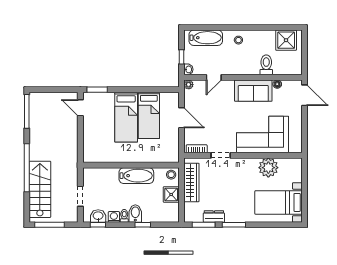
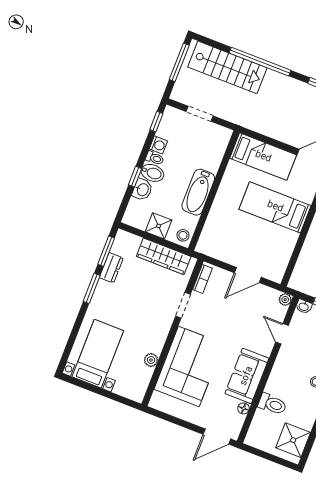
bed: (149, 115) -> (263, 157), moved, turned 180
plant: (268, 168) -> (151, 360), width x0.53, depth x0.53
washbasin: (98, 216) -> (142, 190), moved

